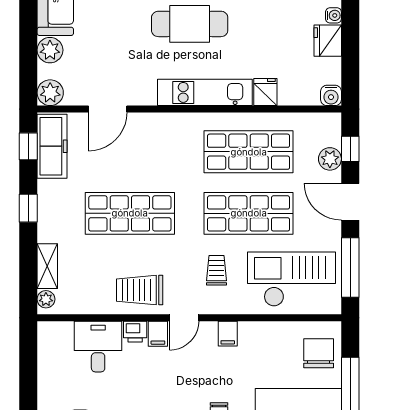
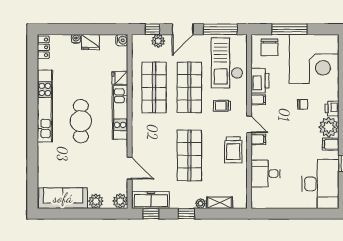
plant: (46, 299) -> (201, 203), moved
printer: (135, 332) -> (260, 81), moved, width x1.87, depth x1.48
chair: (319, 353) -> (269, 47), turned -90

